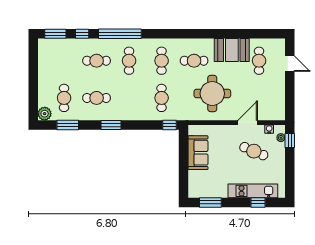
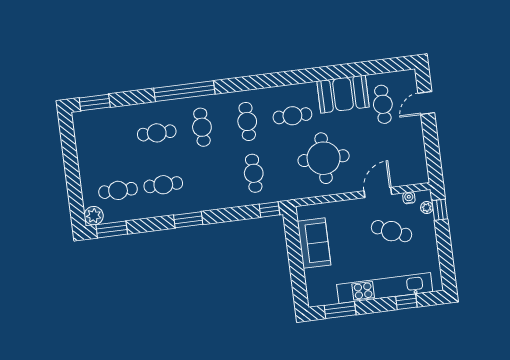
window: (82, 34) -> (132, 98), removed
door: (290, 64) -> (426, 103), swing flipped
cafe table: (64, 98) -> (118, 190), turned 90
window: (68, 125) -> (112, 229), moved
kitchen unit: (253, 191) -> (385, 288), width x1.36

